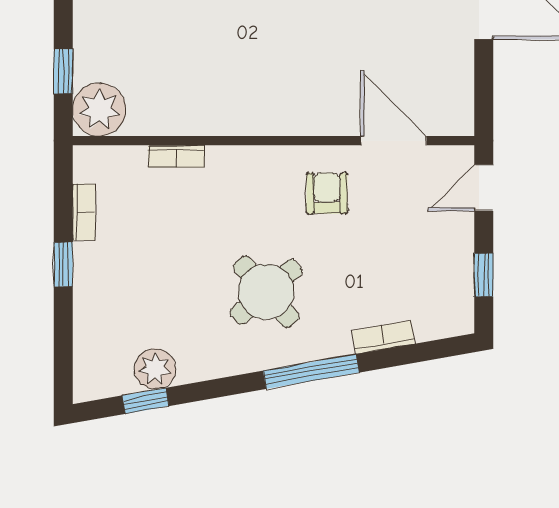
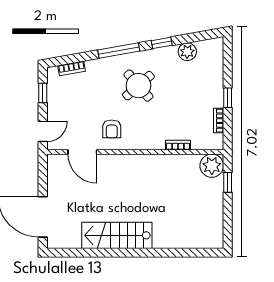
bookcase: (383, 337) -> (72, 68), moved
window: (145, 401) -> (162, 43), moved

